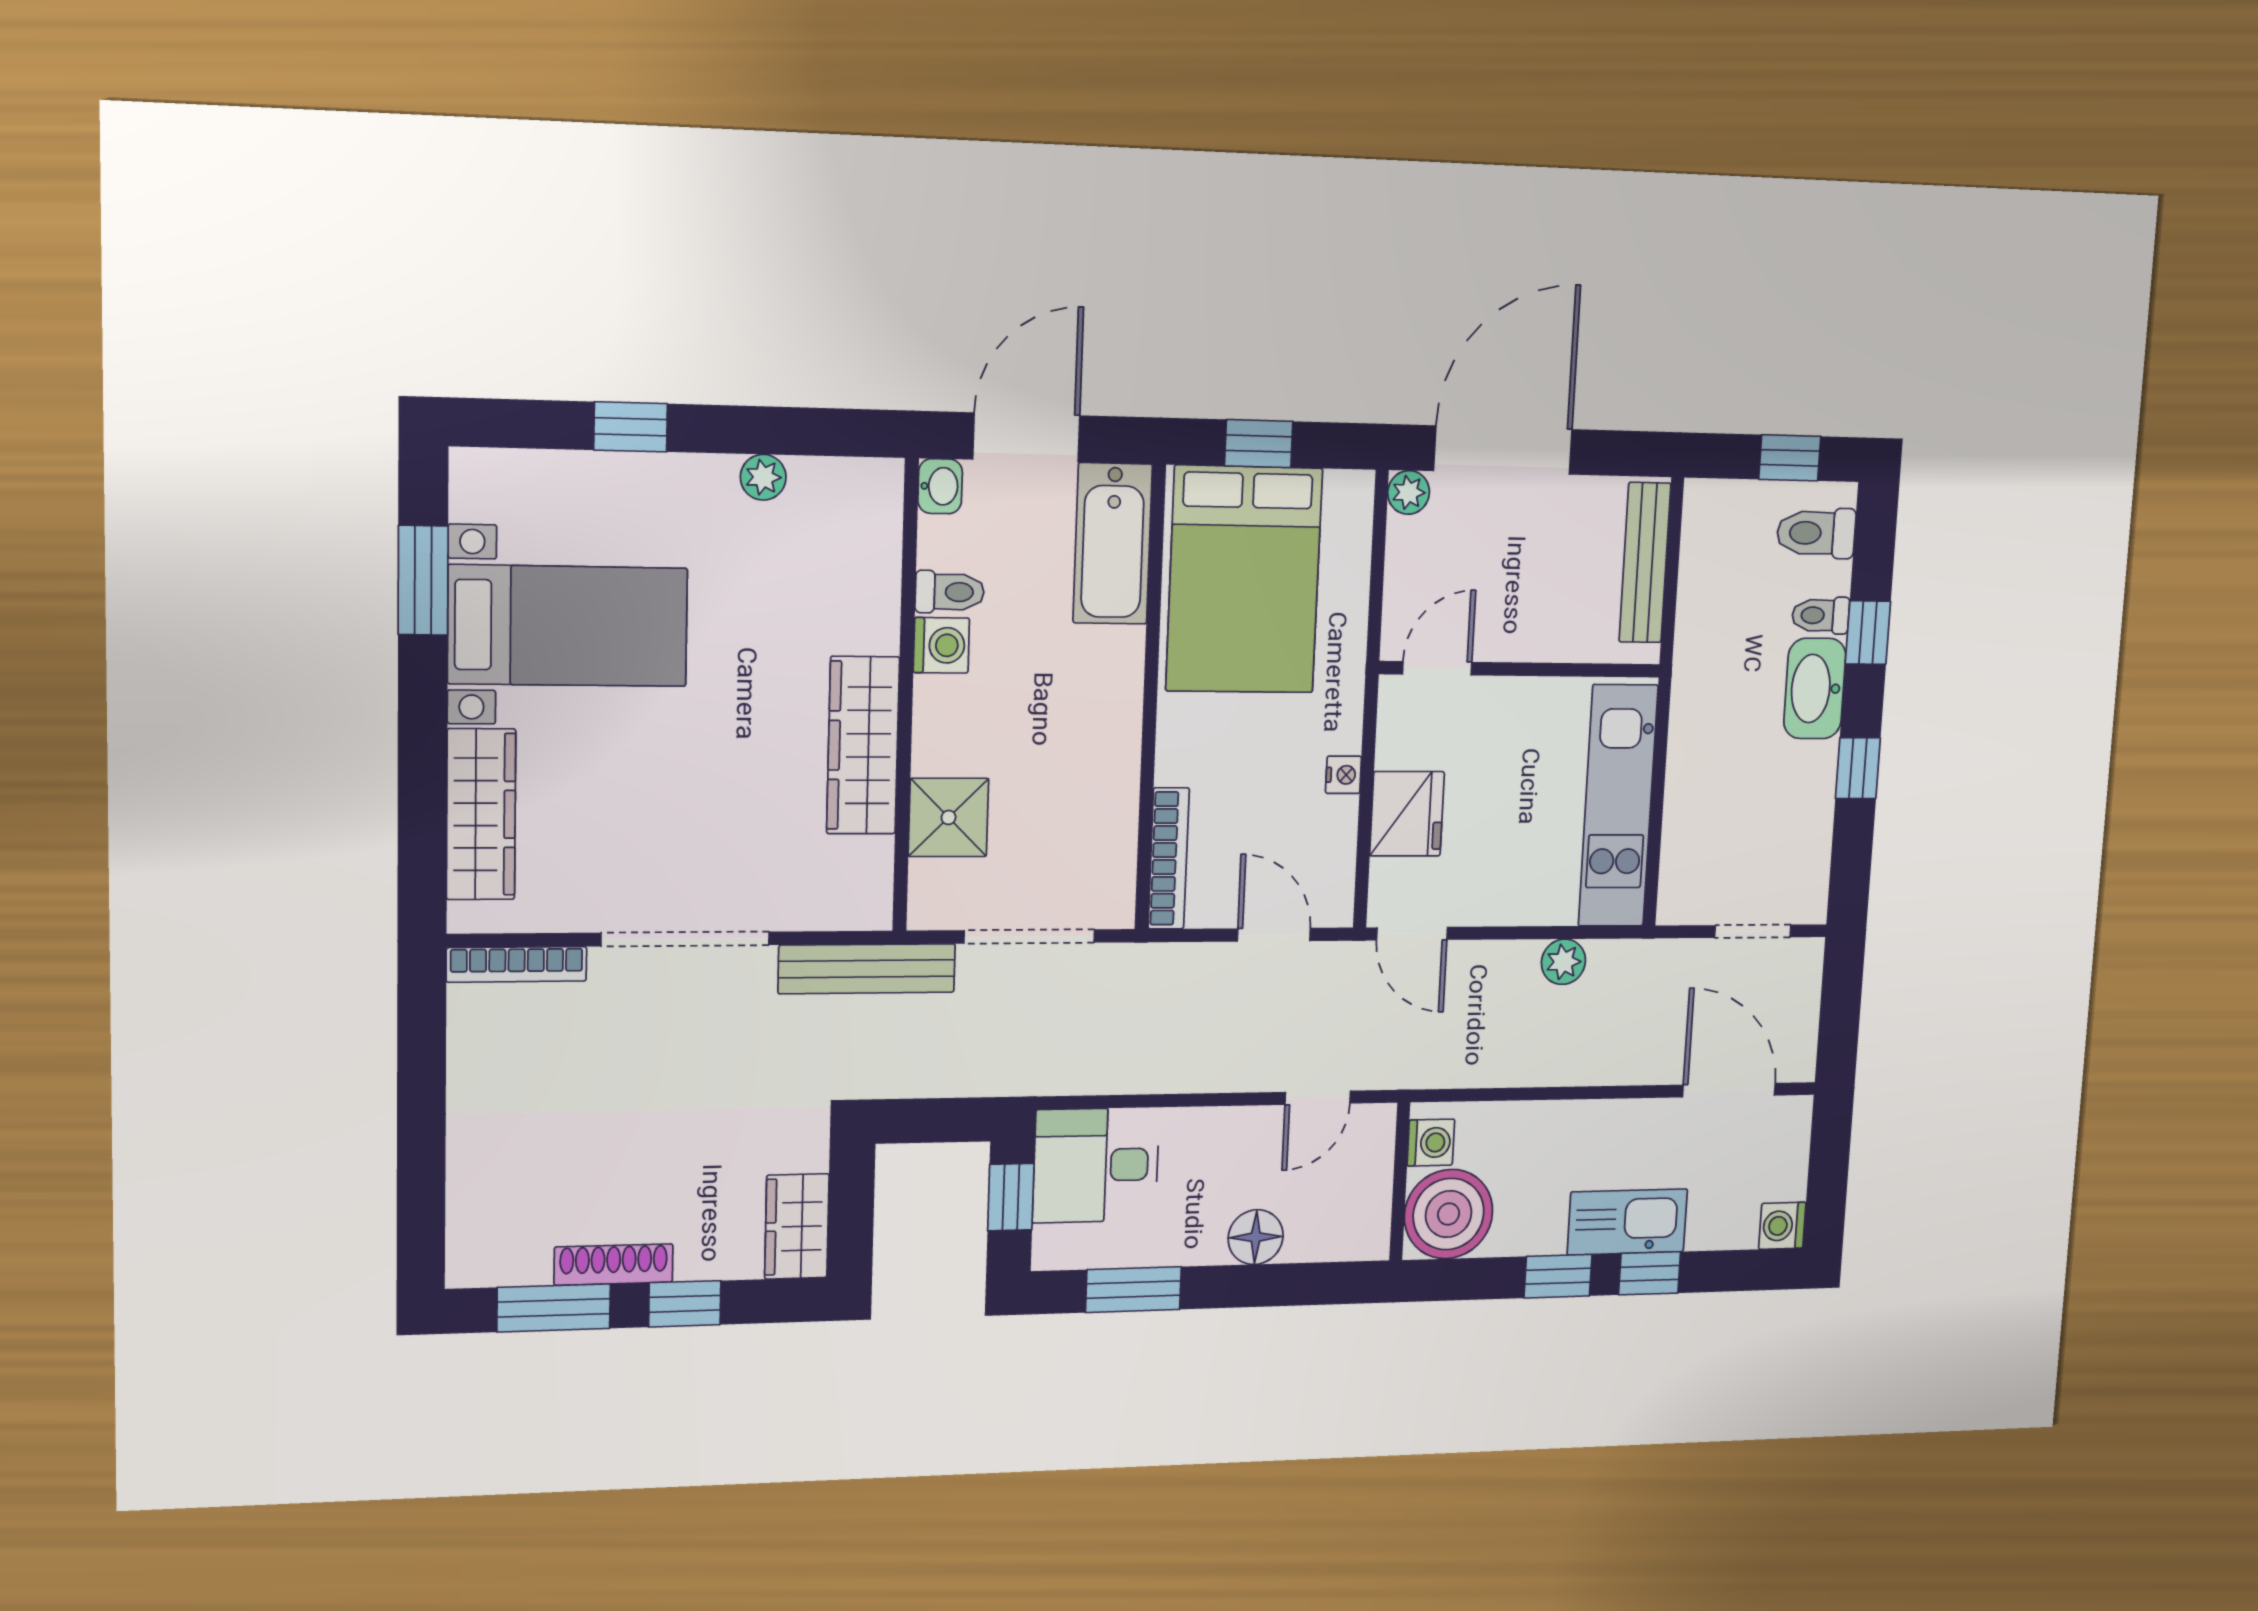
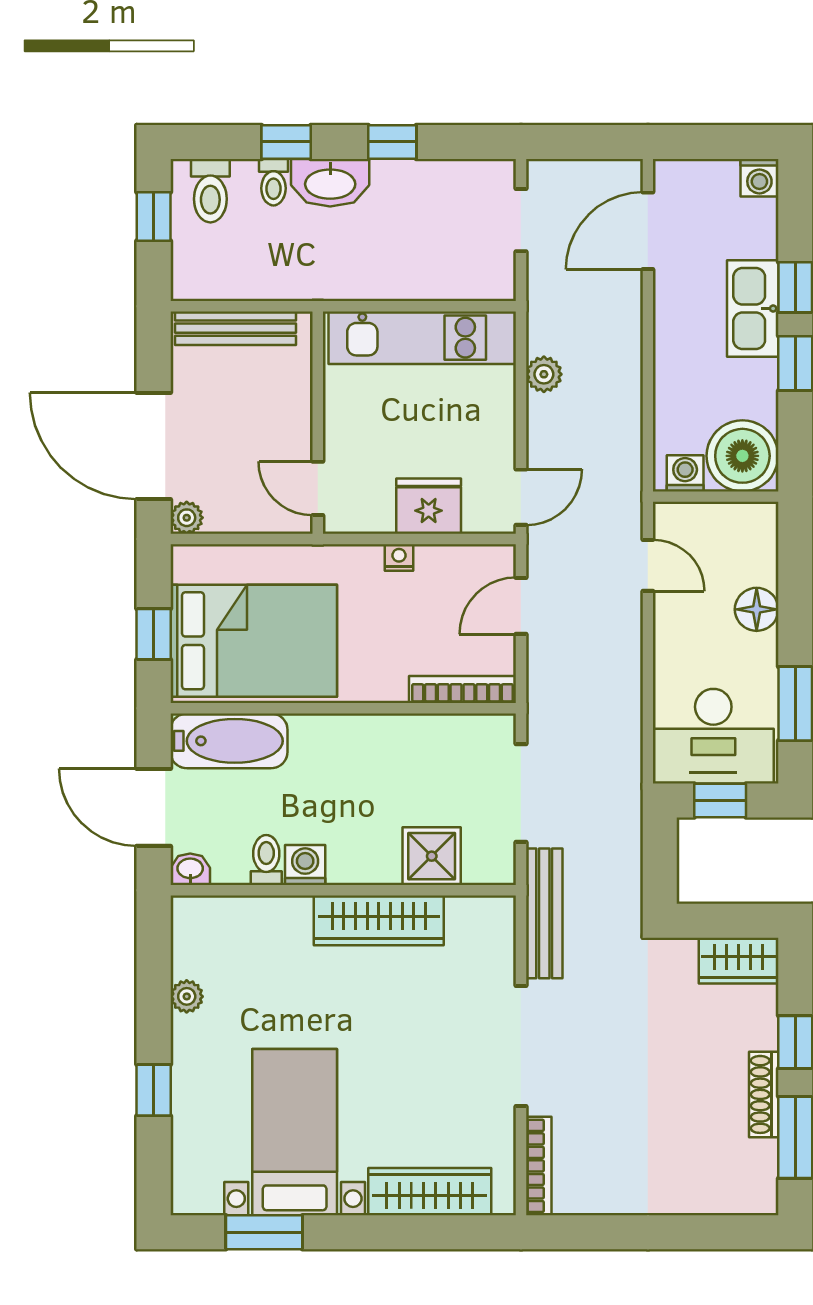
desk: (1096, 1165) -> (713, 736), width x1.37

